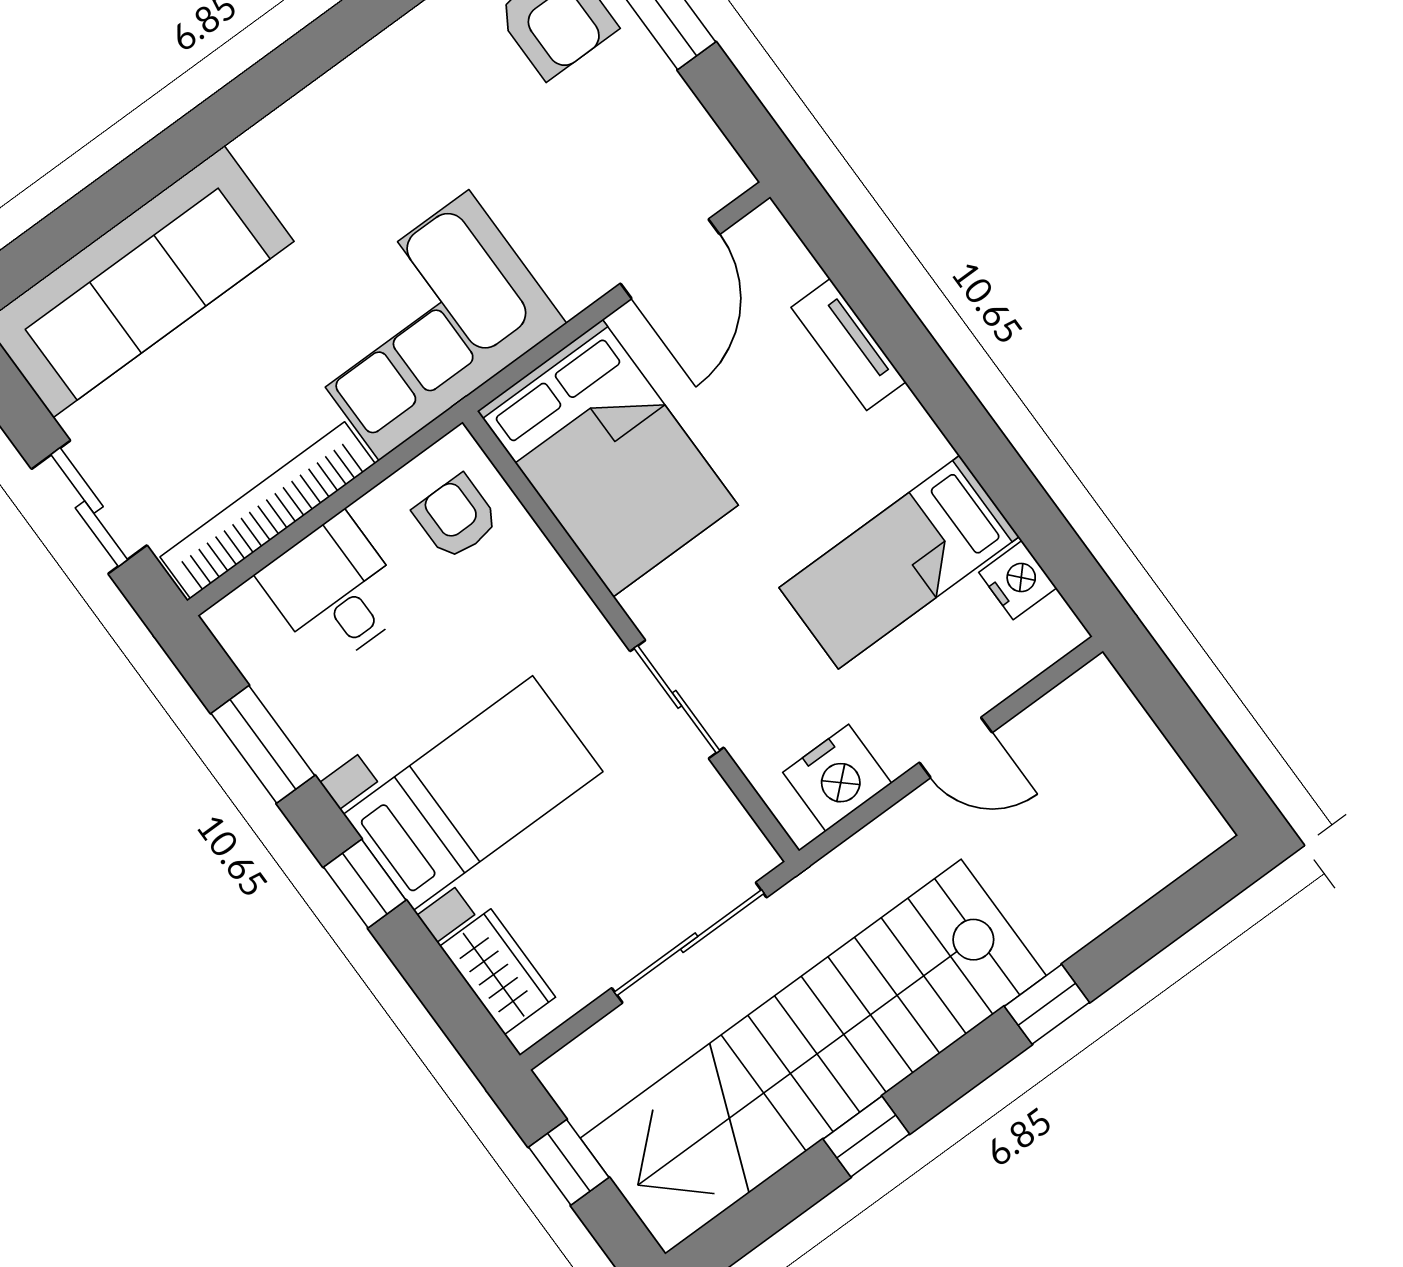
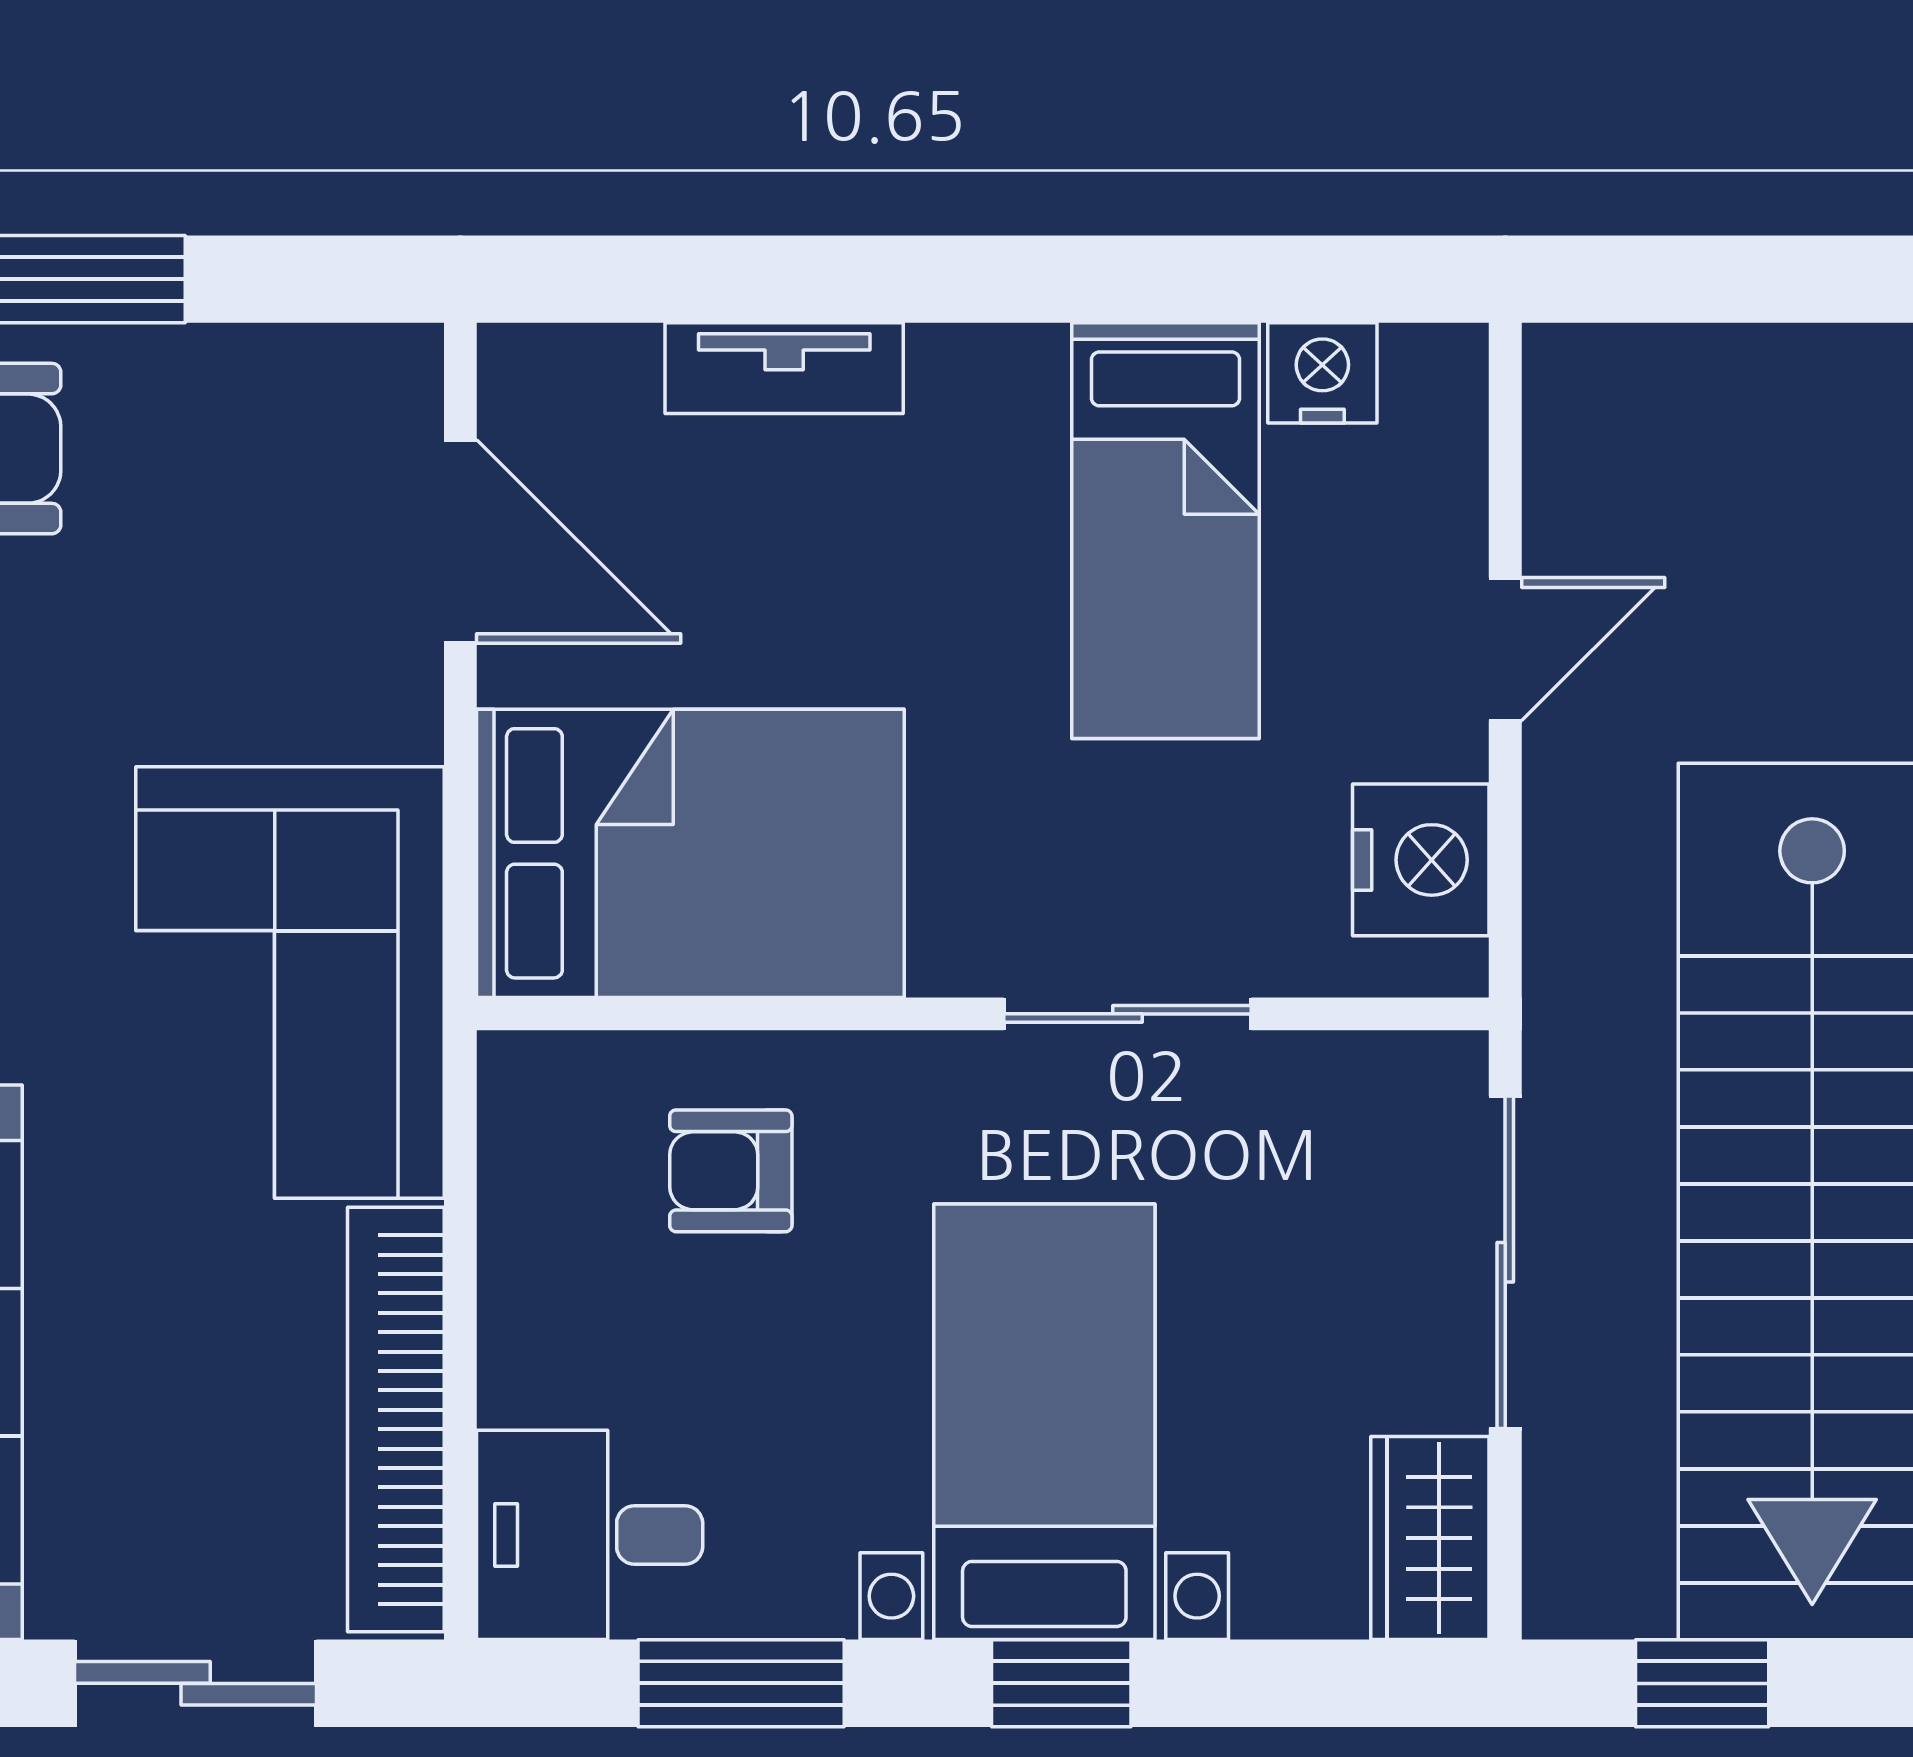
armchair: (456, 517) -> (731, 1171), moved
desk: (335, 591) -> (590, 1535), moved
wardrobe: (498, 972) -> (1430, 1538), moved, turned -90

